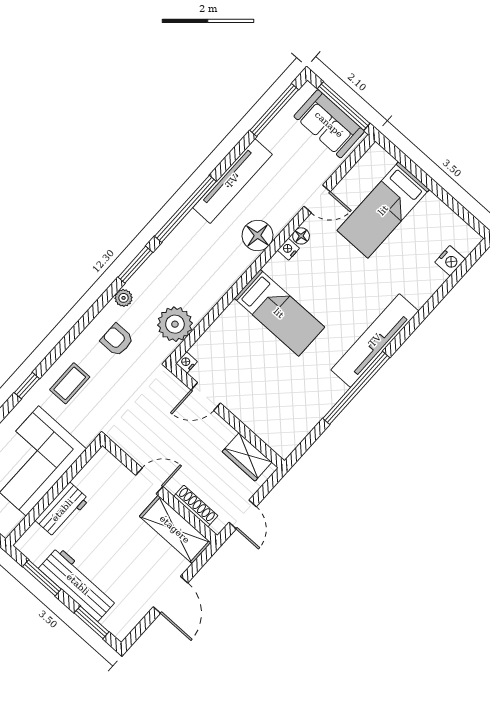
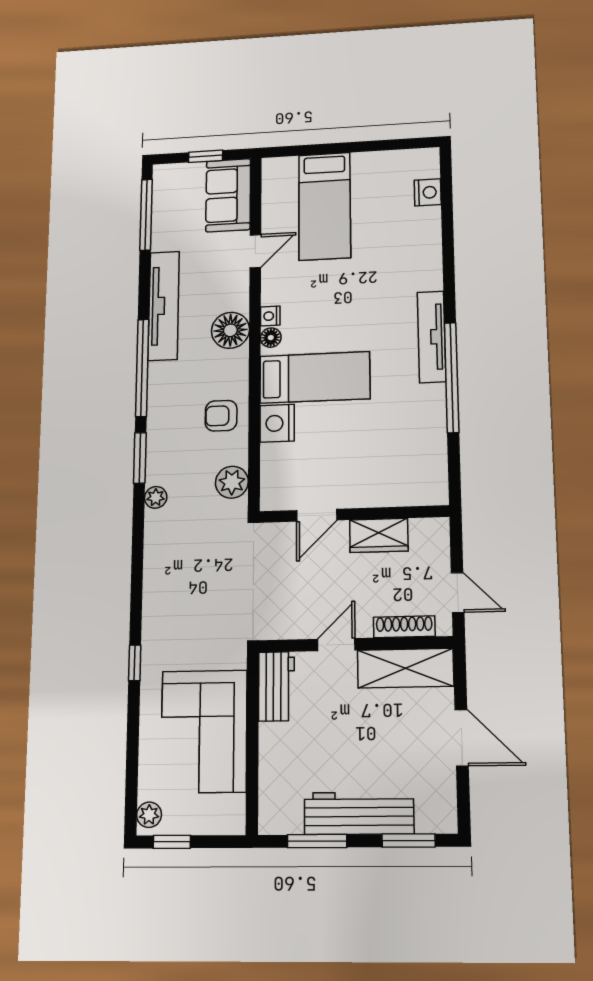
window: (344, 106) -> (206, 156), width x0.46
sofa: (329, 124) -> (228, 195), moved, turned 90
floor lamp: (301, 236) -> (271, 338), moved
plant: (175, 324) -> (232, 482), width x0.73, depth x0.73
armchair: (117, 340) -> (221, 416), moved
tv unit: (375, 340) -> (432, 337), width x0.73, depth x0.78
nightstand: (187, 362) -> (277, 423), moved, width x1.89, depth x1.79
coffee table: (70, 383) -> (175, 623), removed
wardrobe: (247, 457) -> (379, 535), moved
workbench: (62, 510) -> (276, 686), moved

